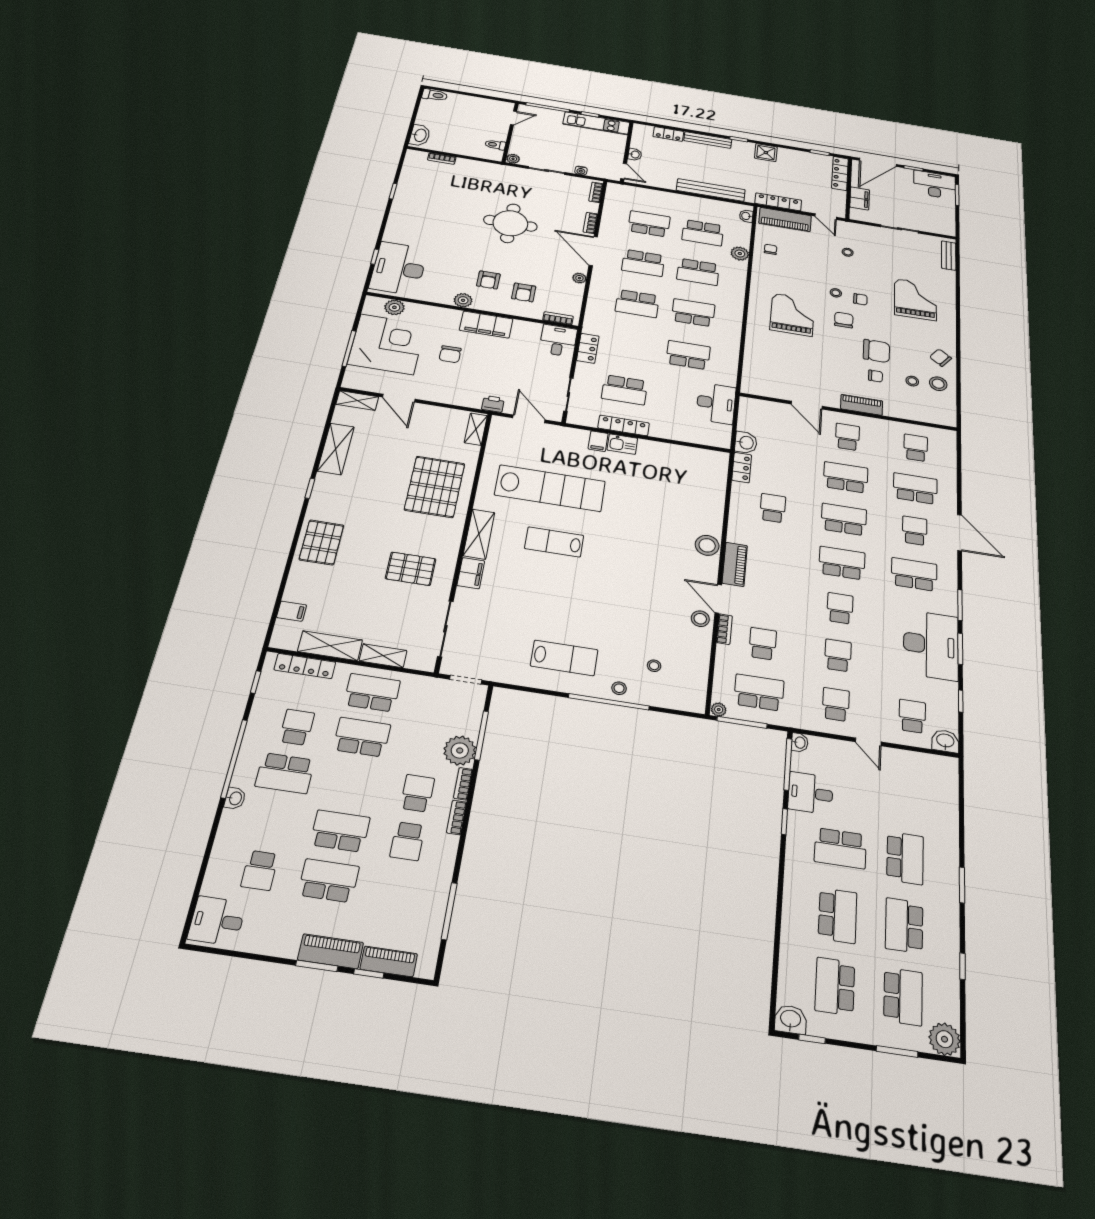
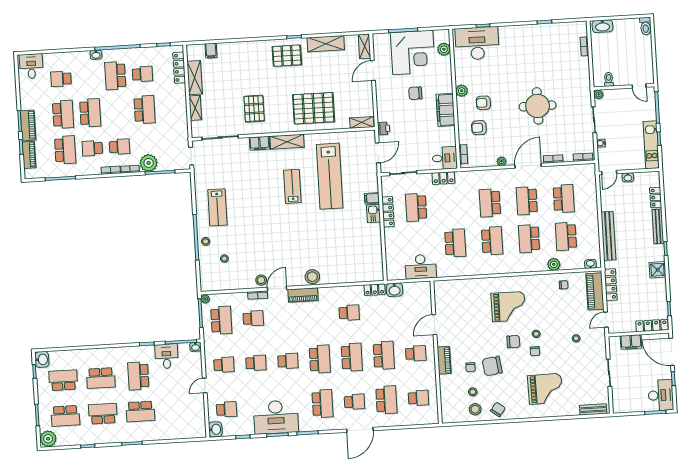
chair: (876, 351) -> (492, 366), turned 82
pallet: (321, 542) -> (287, 56), moved
school desk: (372, 693) -> (65, 150), moved

